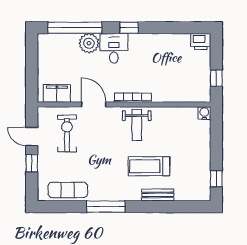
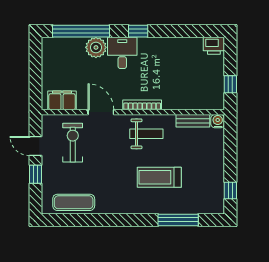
weight bench: (137, 125) -> (146, 134), turned -90
bench: (158, 195) -> (193, 121), moved
window: (106, 207) -> (178, 220), moved

